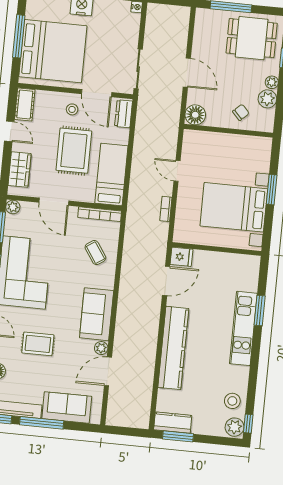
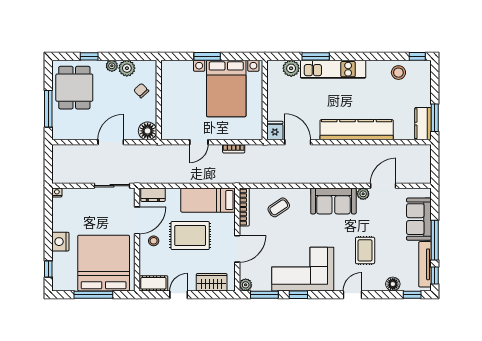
door: (108, 371) -> (383, 186), swing flipped
plant: (235, 427) -> (291, 68), moved

